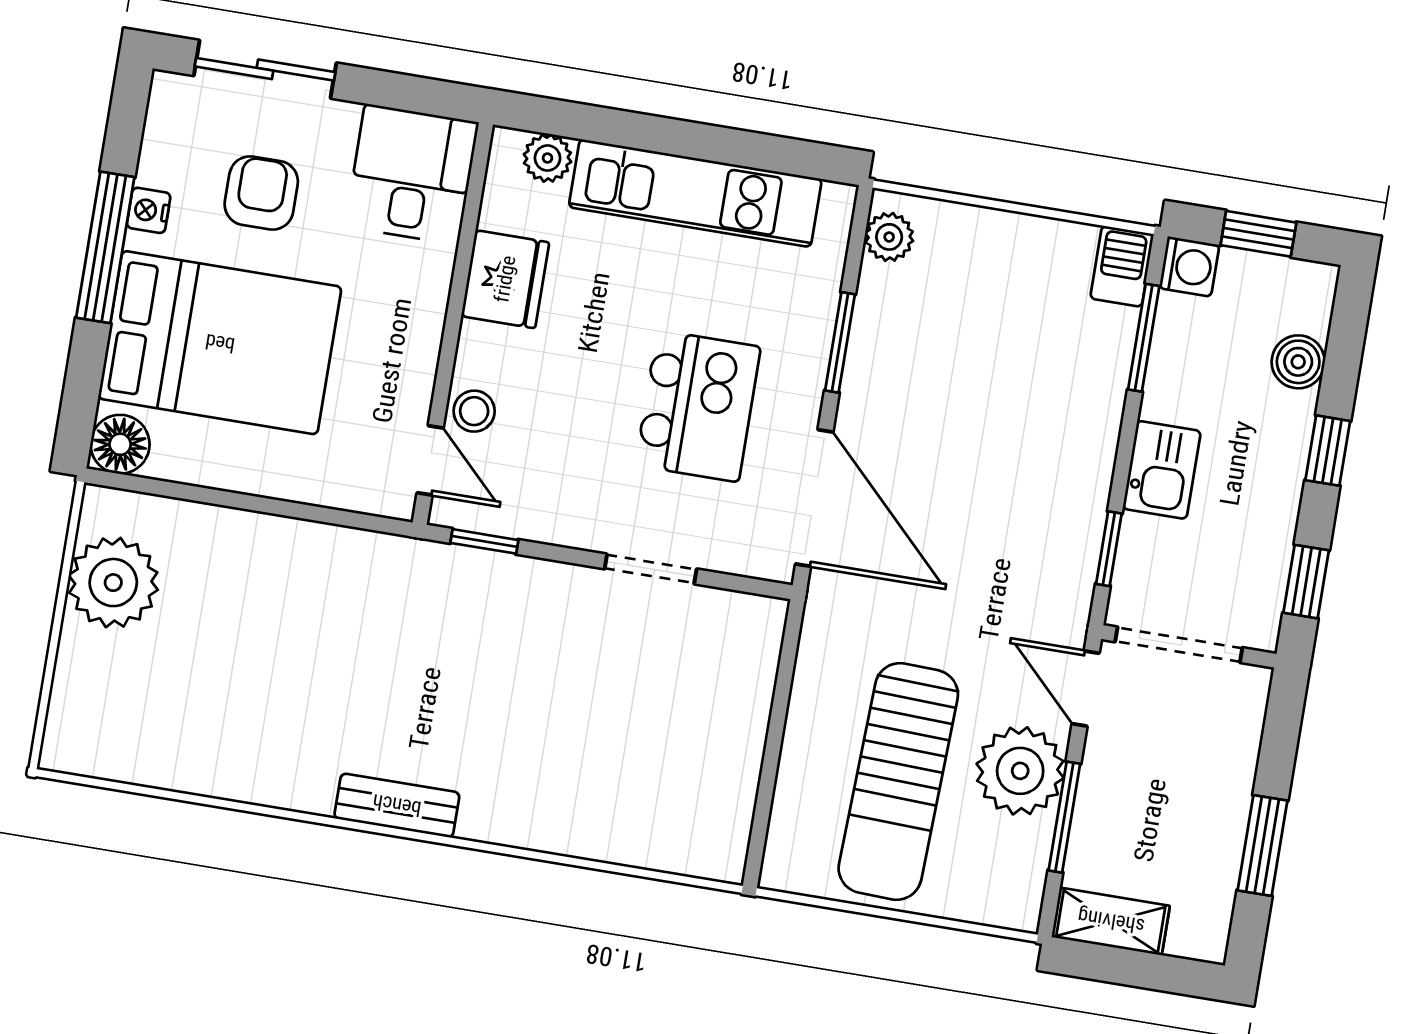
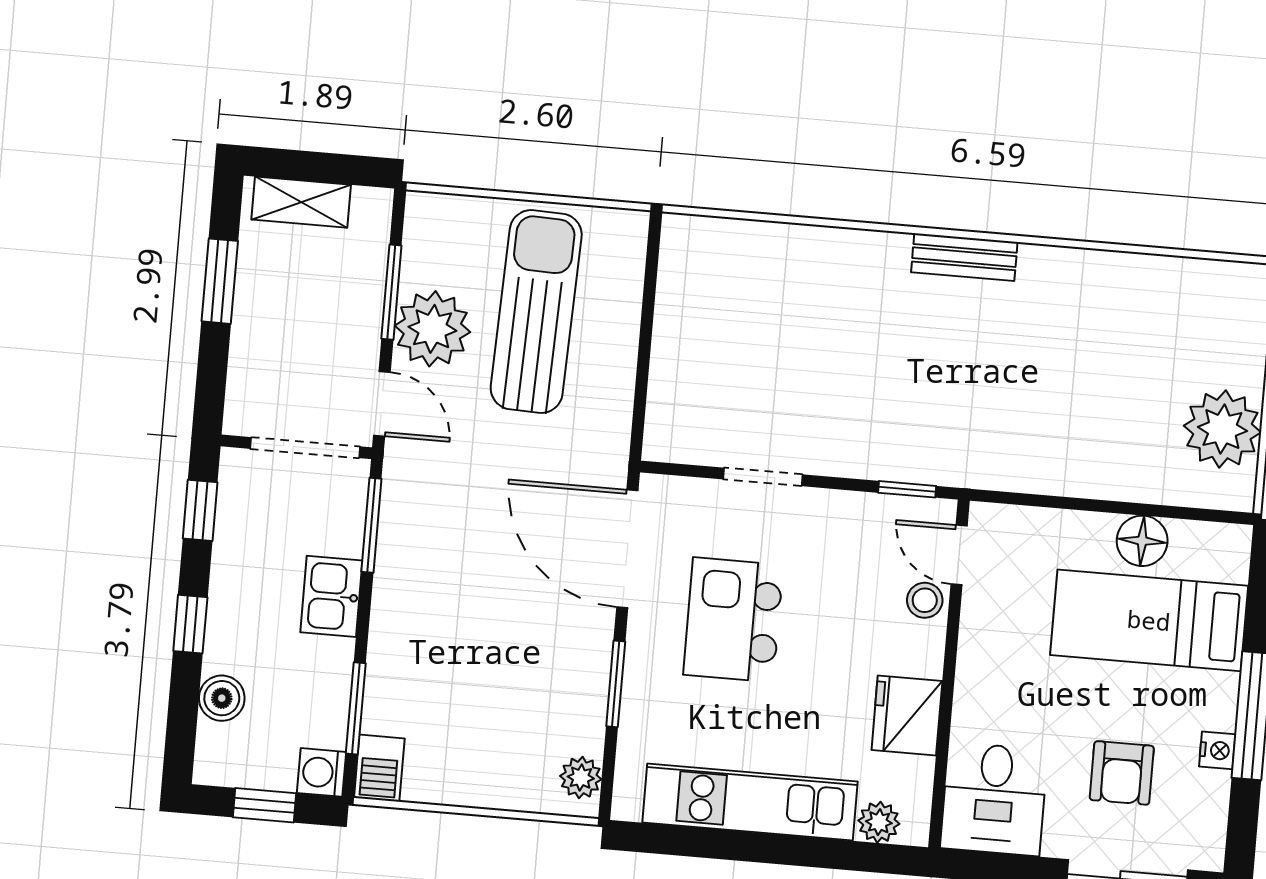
bed: (220, 343) -> (1149, 620), width x0.67
floor lamp: (120, 444) -> (1142, 541), moved
window: (1109, 549) -> (371, 525), width x1.50
shelving: (1111, 921) -> (301, 202), moved

